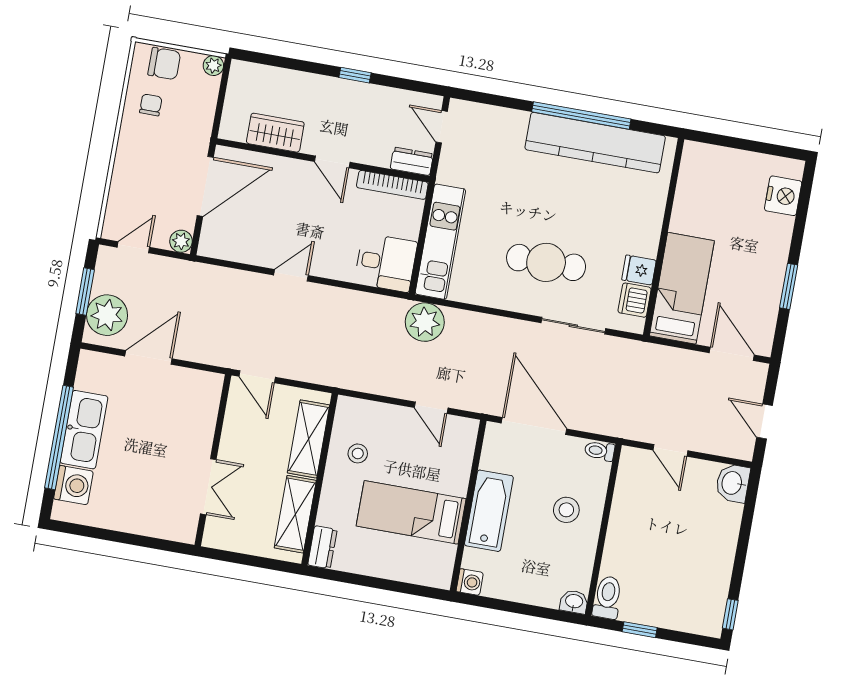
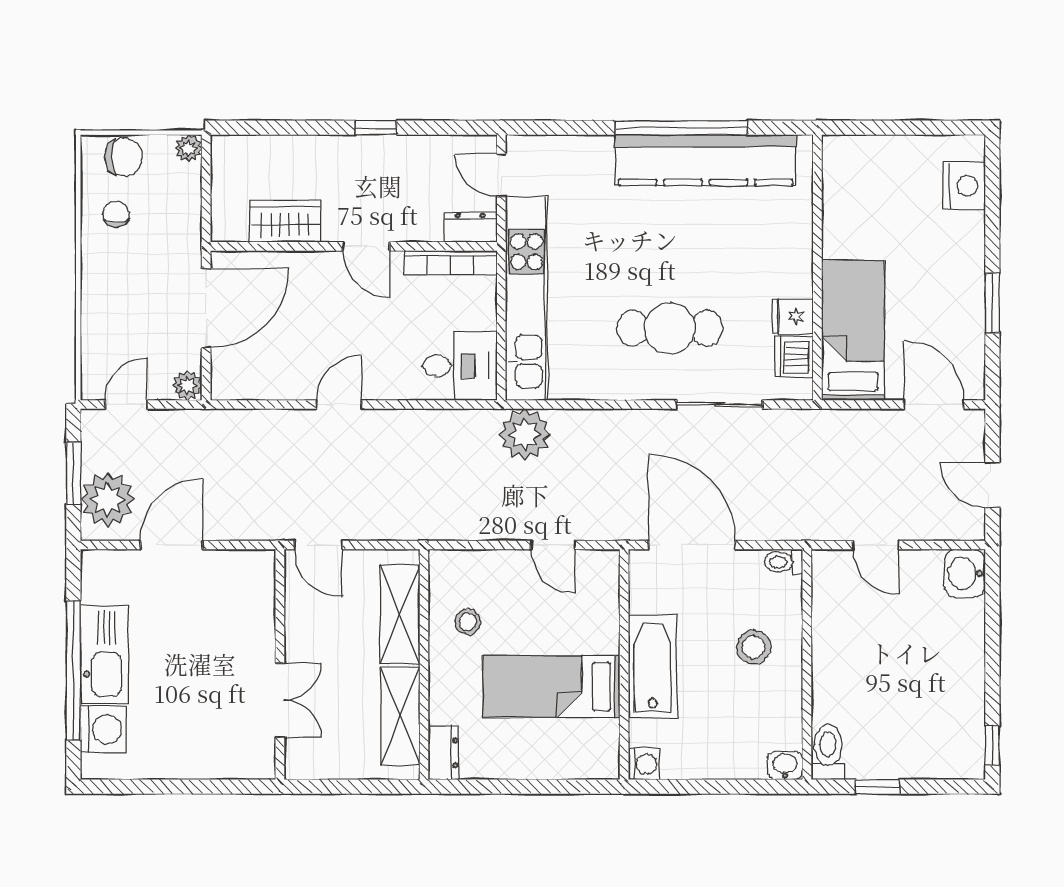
kitchen unit: (440, 242) -> (527, 298), width x1.36

